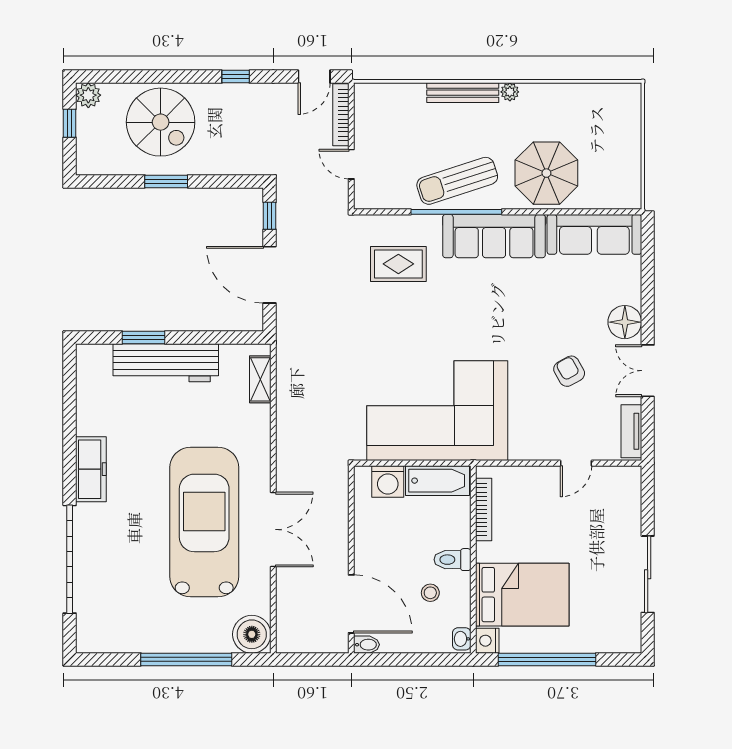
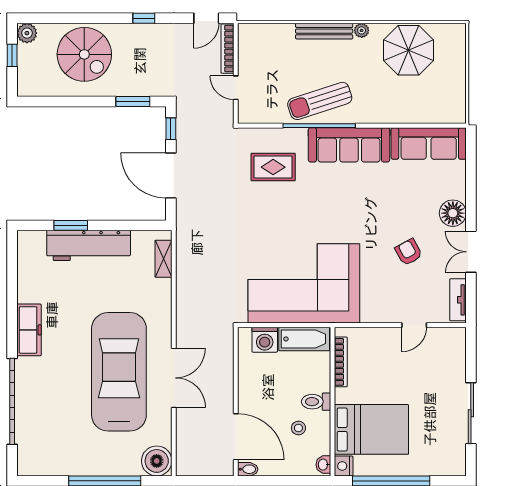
parasol: (546, 173) -> (408, 50), moved
window: (166, 181) -> (133, 101), moved

